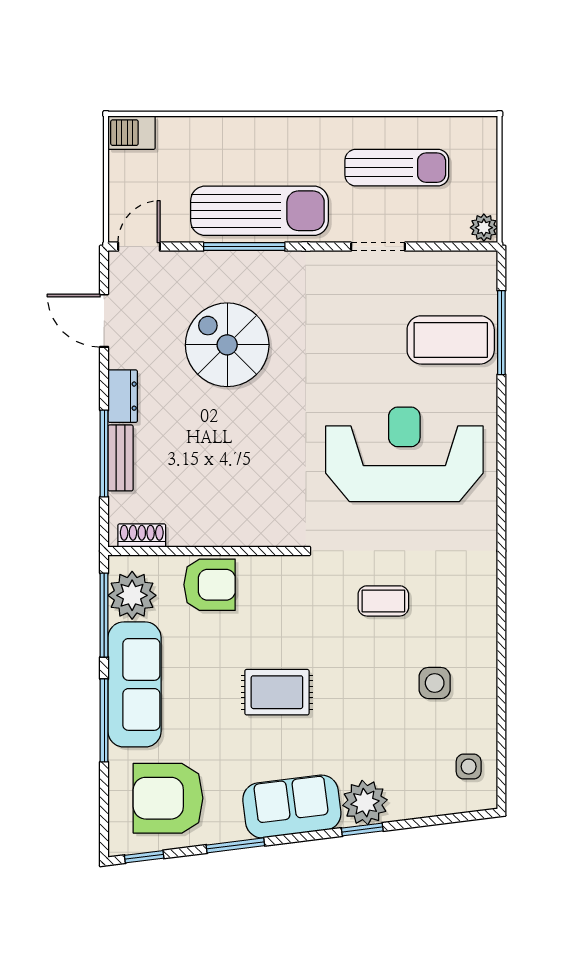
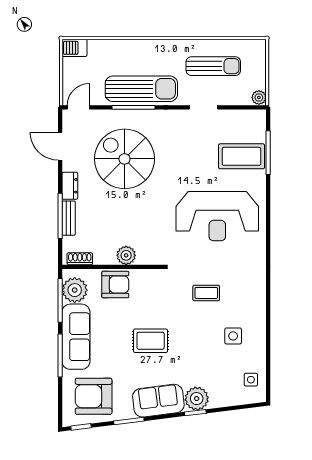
spiral stairs: (227, 345) -> (124, 159), width x1.37, depth x1.37
reception desk: (404, 454) -> (217, 216), turned 180
plant: (230, 529) -> (126, 255), added

